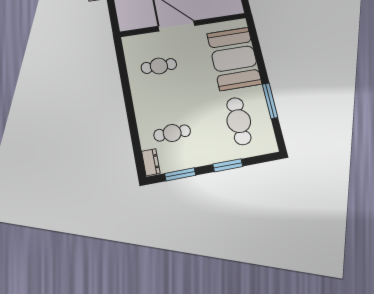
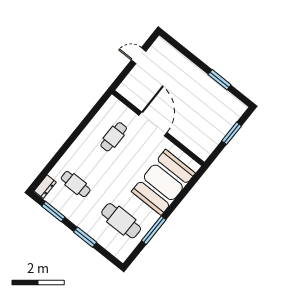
cafe table: (159, 66) -> (114, 137), turned 90
cafe table: (239, 121) -> (121, 221), turned 90

